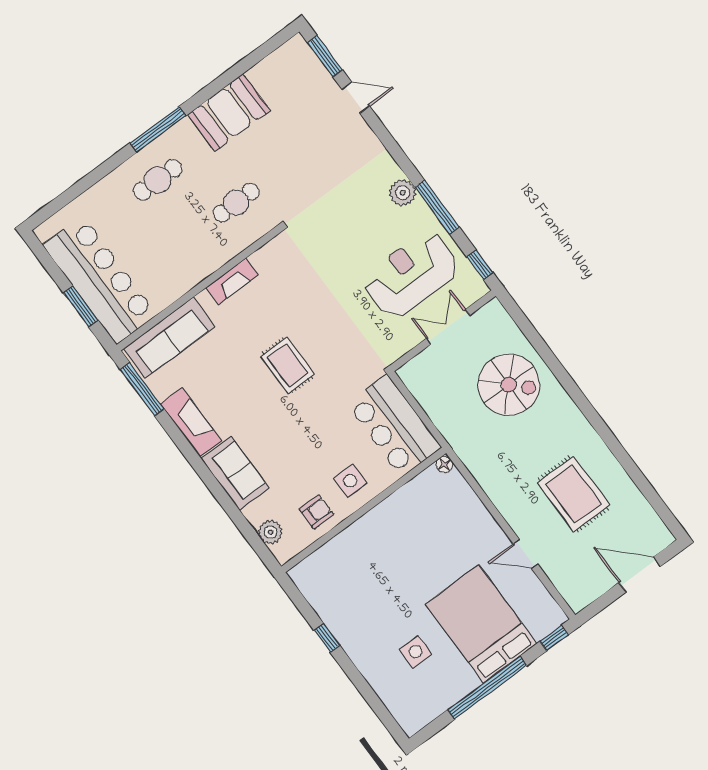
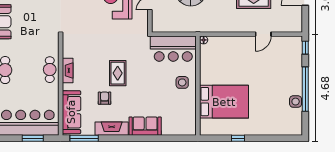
cafe table: (236, 203) -> (50, 70), moved
rug: (288, 365) -> (118, 73), turned 90
armchair: (316, 512) -> (105, 98), moved
plant: (270, 532) -> (179, 129), removed
bed: (481, 624) -> (224, 102), moved, turned 180
side table: (415, 652) -> (296, 102), moved

